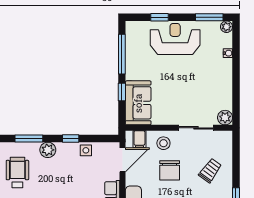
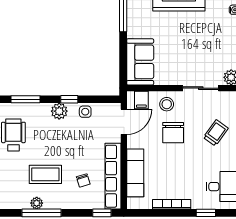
window: (122, 92) -> (123, 51), removed
plant: (48, 150) -> (59, 111), moved

